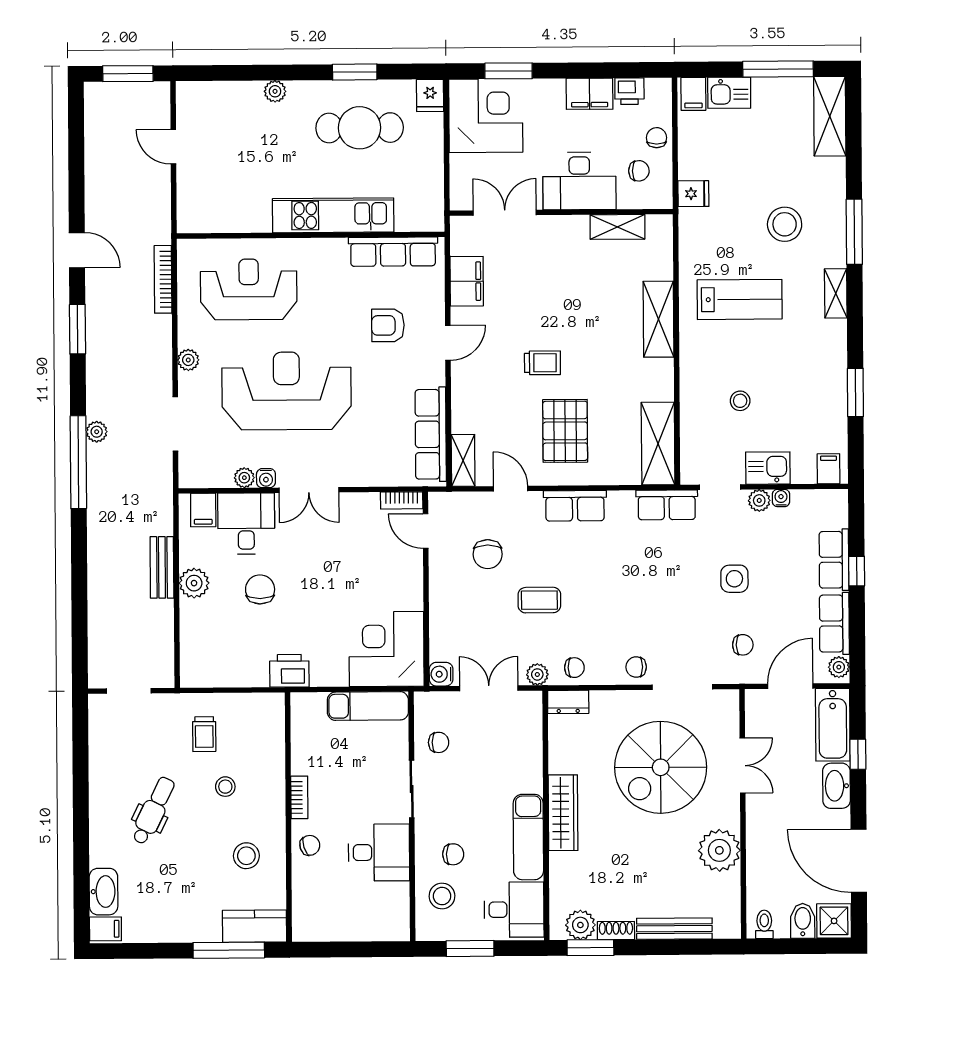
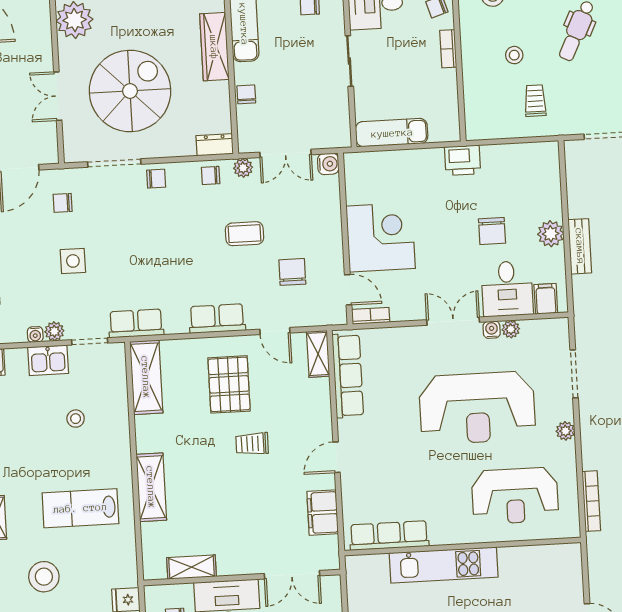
armchair: (388, 325) -> (390, 470), removed
corner desk: (386, 649) -> (381, 237), moved, turned -90
chair: (439, 742) -> (246, 94), moved, turned 90

